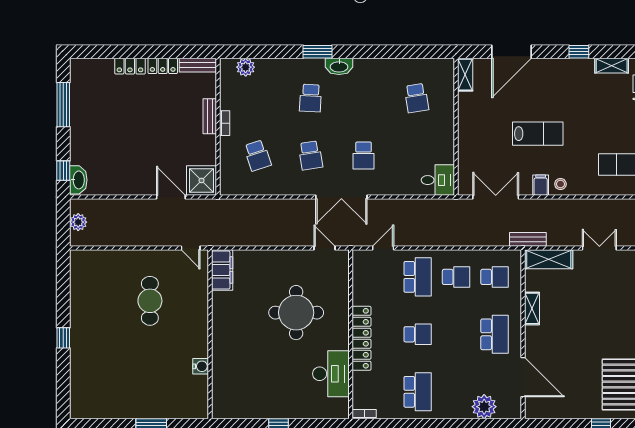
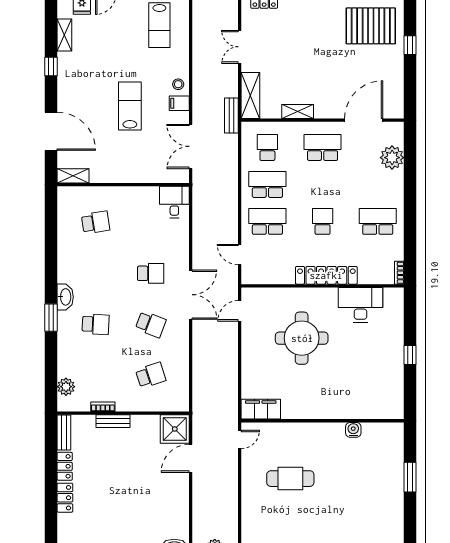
bookcase: (225, 123) -> (103, 407), moved
school desk: (311, 155) -> (151, 324), turned 30
school desk: (456, 277) -> (267, 184), width x1.85

